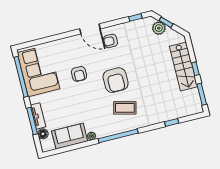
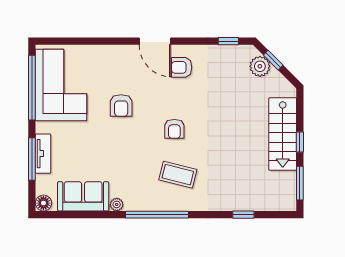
armchair: (116, 80) -> (174, 129), width x0.53, depth x0.53
floor lamp: (43, 134) -> (43, 203), moved

